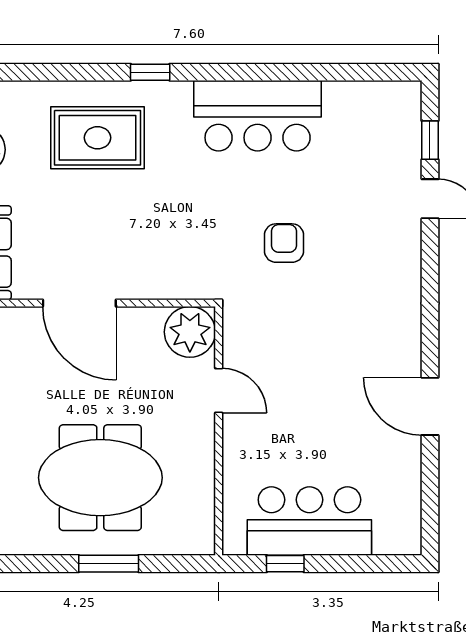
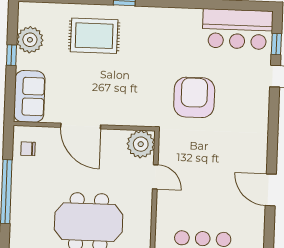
bar counter: (258, 116) -> (238, 29), moved
armchair: (284, 243) -> (194, 97), width x1.88, depth x1.88

